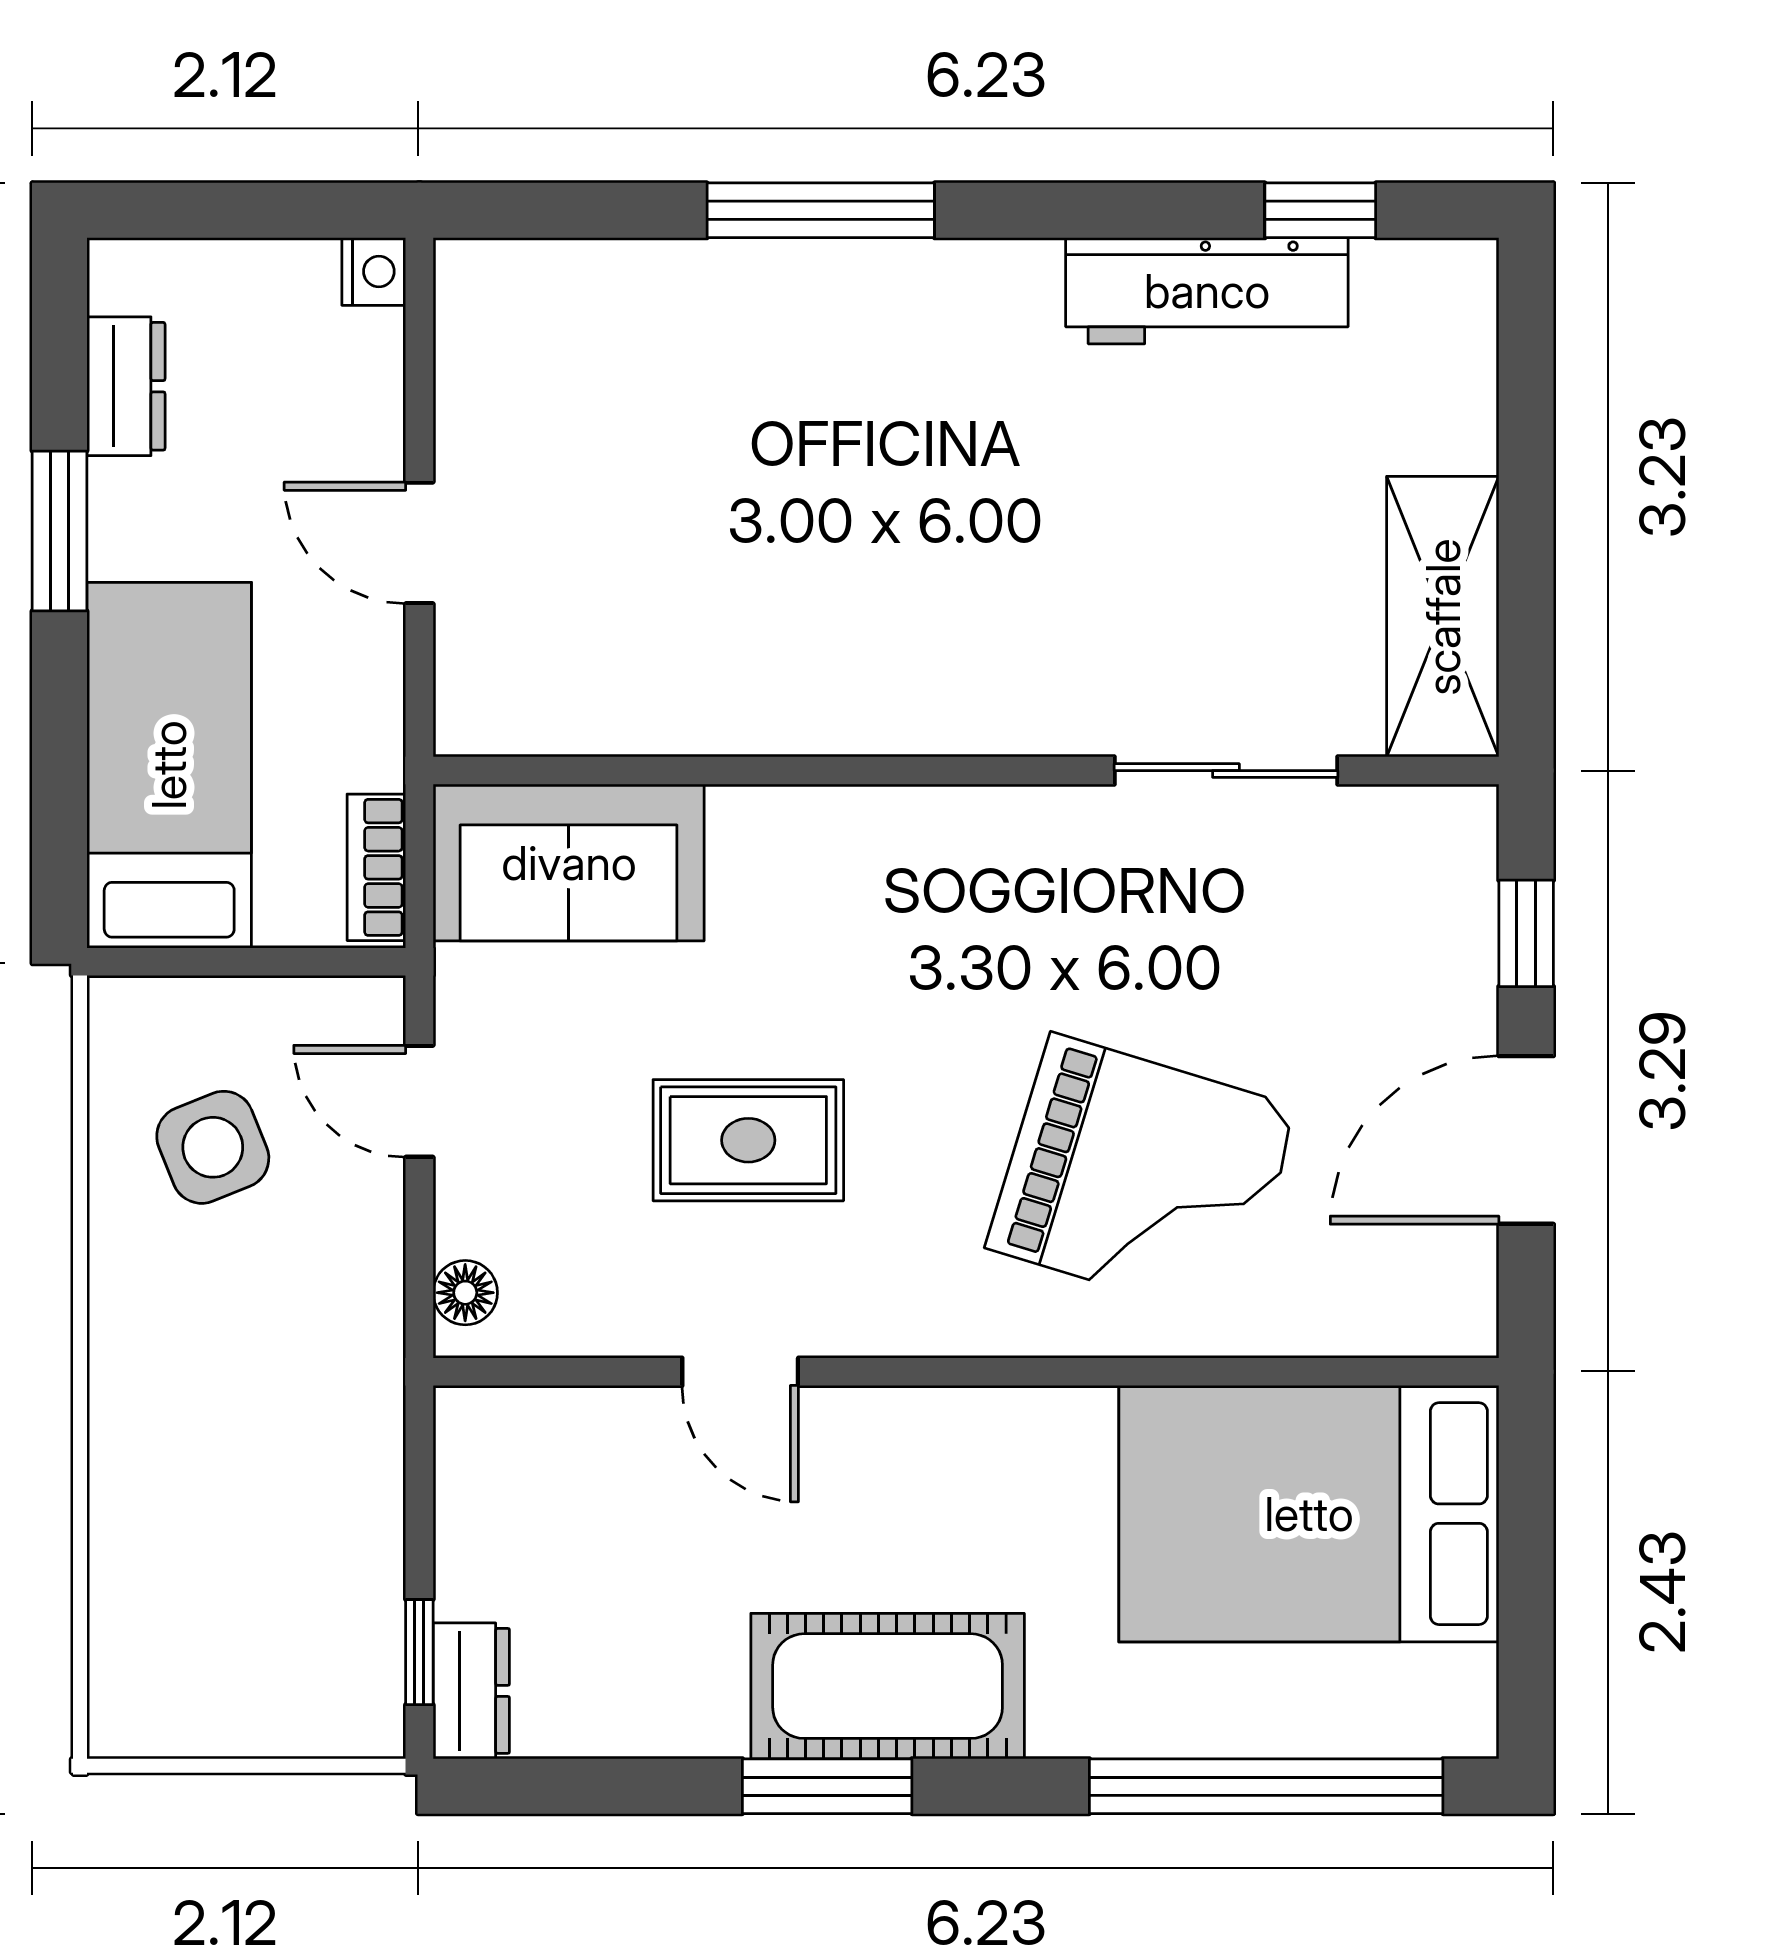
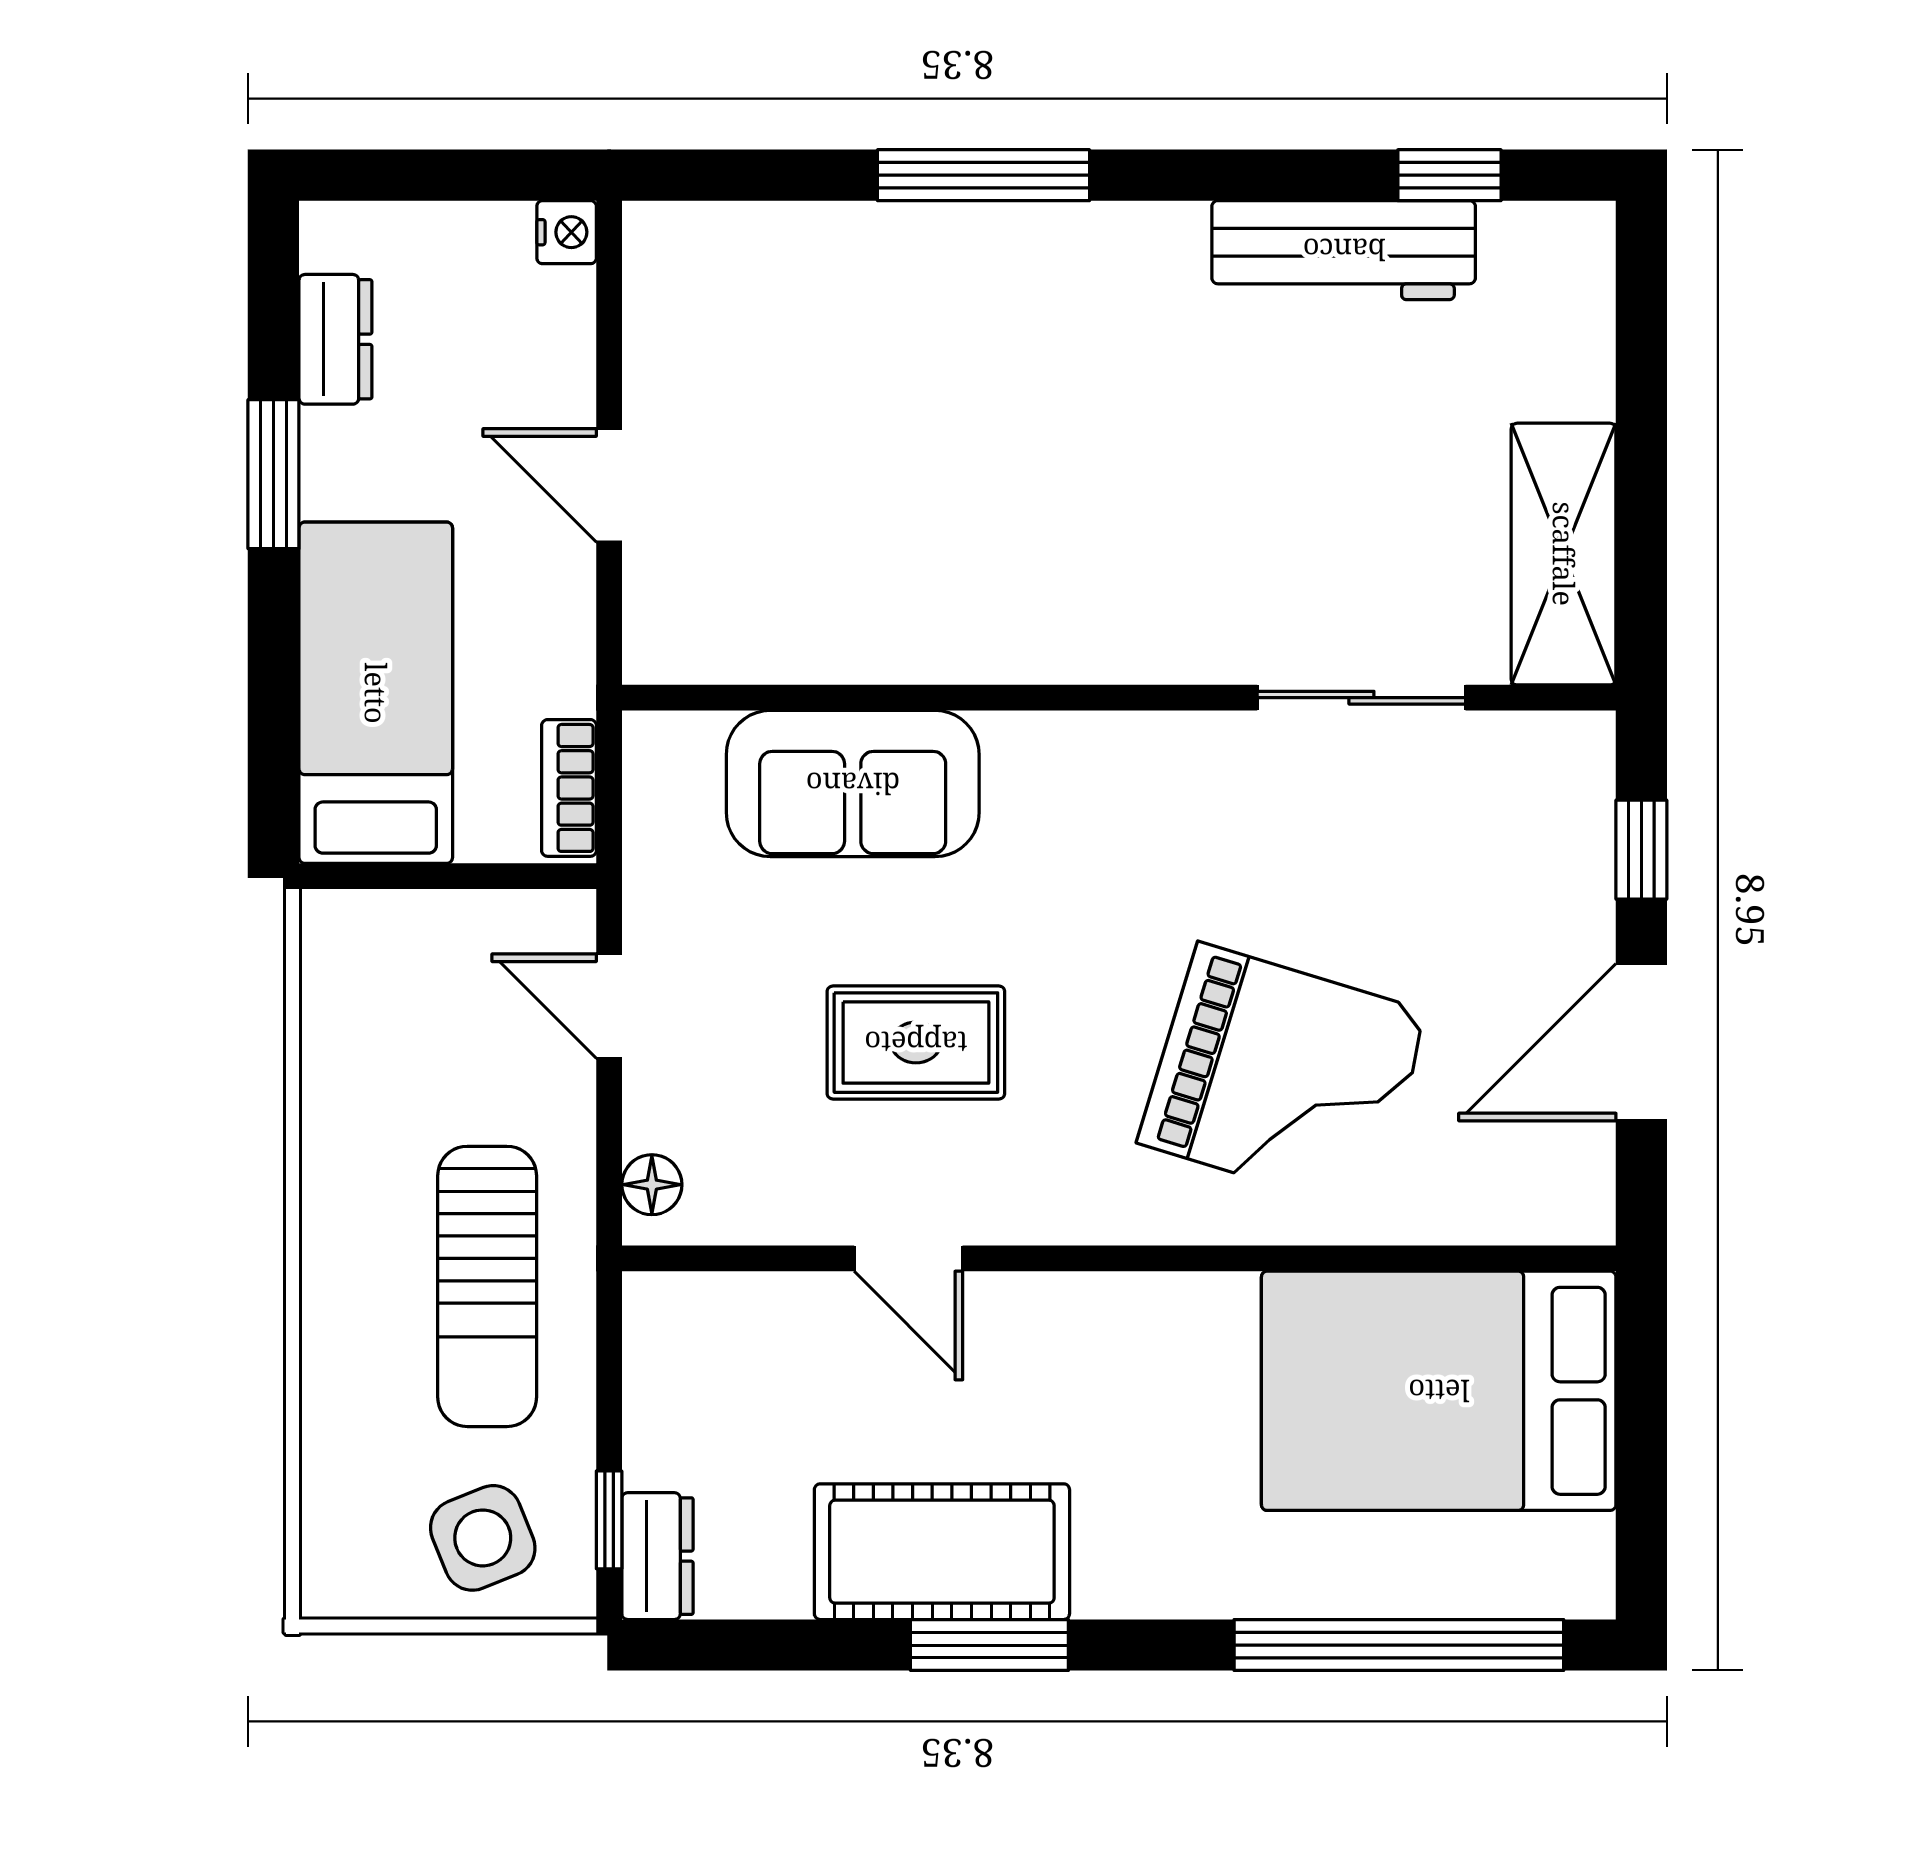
sofa: (569, 863) -> (853, 784), moved
side table: (213, 1147) -> (483, 1538), moved
sun lounger: (289, 1402) -> (487, 1286), added
cot: (888, 1686) -> (942, 1552), moved

